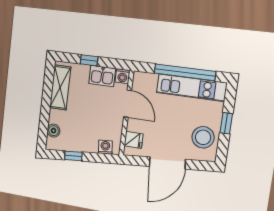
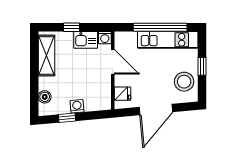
washing machine: (105, 147) -> (77, 106), moved

